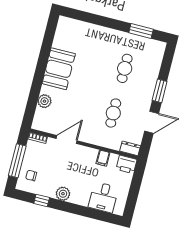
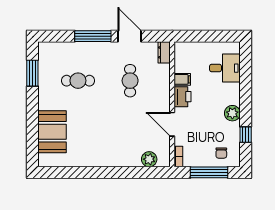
booth: (59, 69) -> (52, 132), moved, turned 90
window: (160, 91) -> (93, 36), width x1.44
plant: (44, 101) -> (149, 159), moved
cafe table: (113, 113) -> (130, 81), turned 90
printer: (126, 164) -> (183, 97), moved

